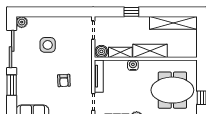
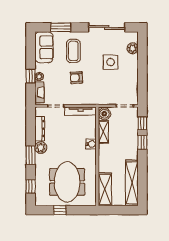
window: (111, 12) -> (142, 123), added
plant: (22, 22) -> (133, 48), moved
shelving: (150, 51) -> (105, 189), moved
coffee table: (36, 84) -> (73, 51), added
window: (12, 85) -> (61, 27), moved

